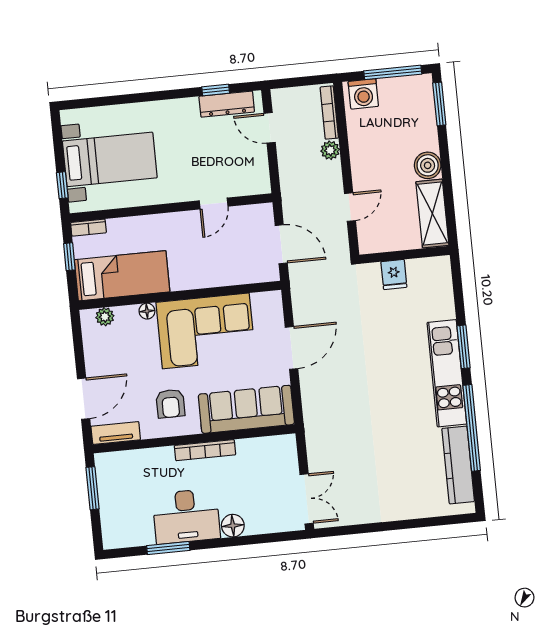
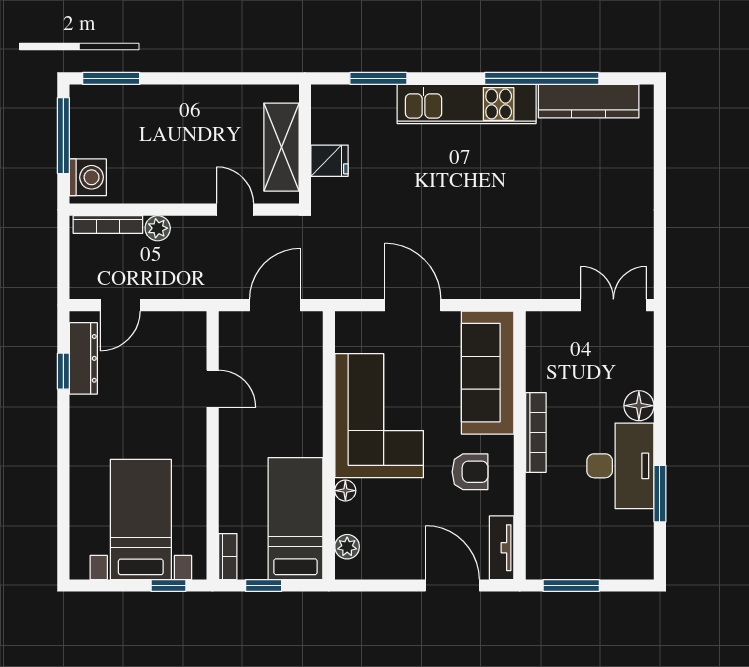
boiler: (428, 165) -> (190, 102), removed
shelving: (432, 213) -> (281, 147), moved, turned 90
window: (464, 347) -> (378, 78), moved

